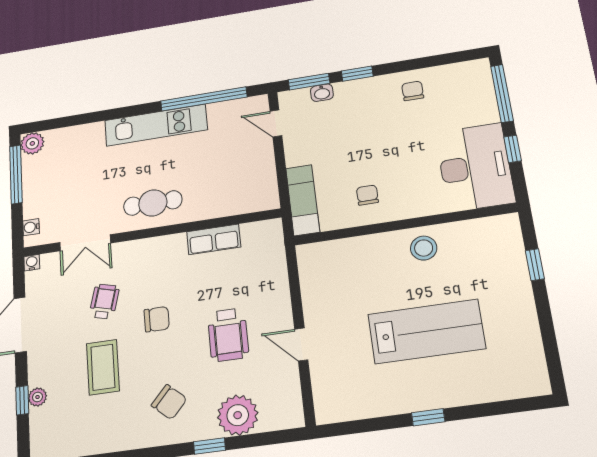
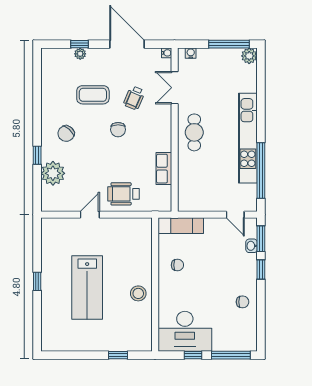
door: (276, 123) -> (235, 215), swing flipped
kitchen unit: (156, 125) -> (248, 138), width x1.36
wheelchair: (104, 301) -> (134, 98), turned 98
wheelchair: (228, 335) -> (124, 194), moved

